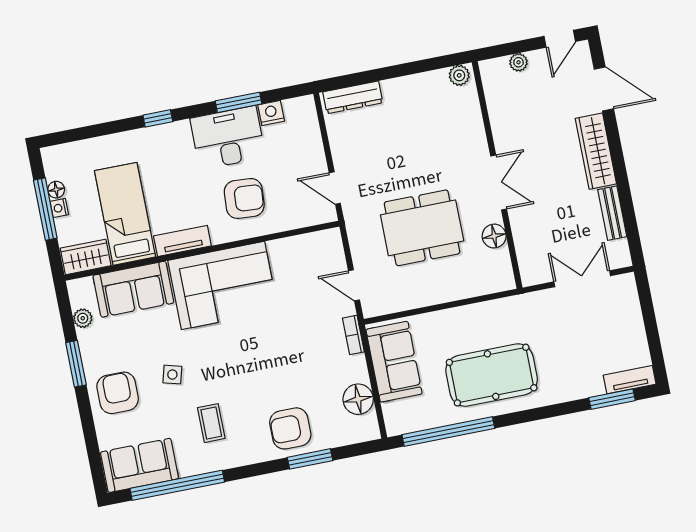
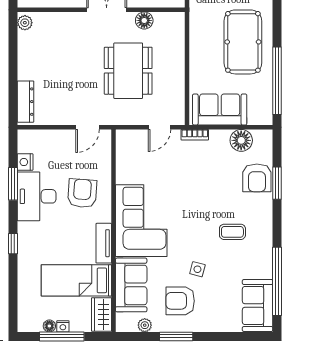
armchair: (118, 393) -> (180, 301), moved
coffee table: (211, 423) -> (232, 232), moved
armchair: (290, 428) -> (257, 178), moved

